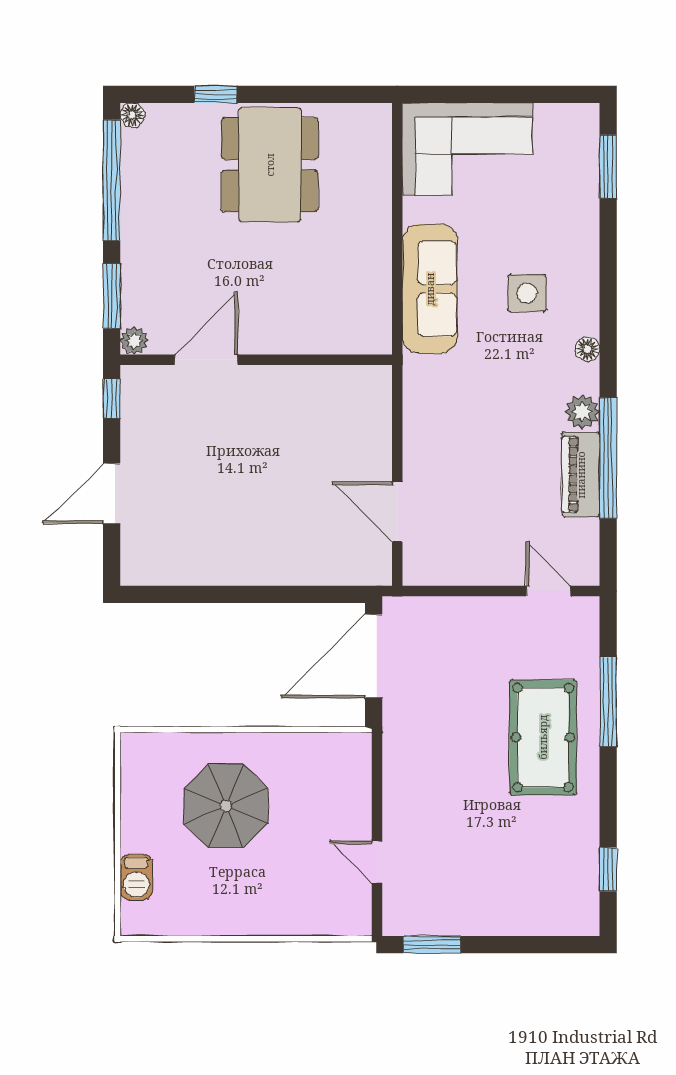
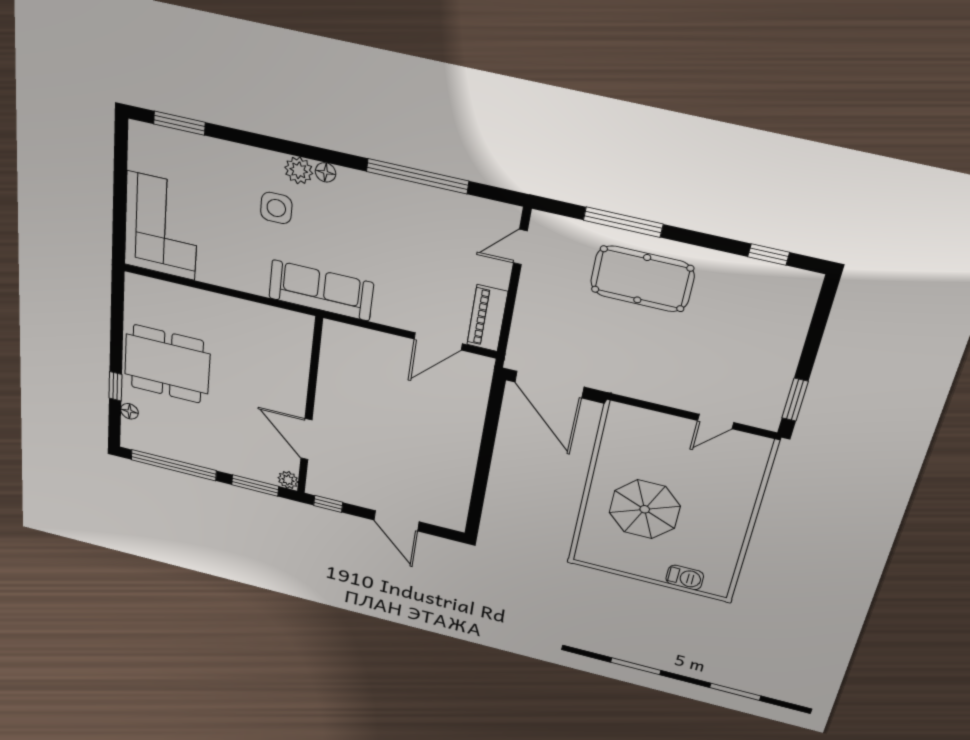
floor lamp: (132, 115) -> (129, 411), moved
sofa: (430, 289) -> (321, 290), moved
plant: (582, 412) -> (299, 170), moved
piano: (581, 475) -> (487, 318), moved, turned 90

